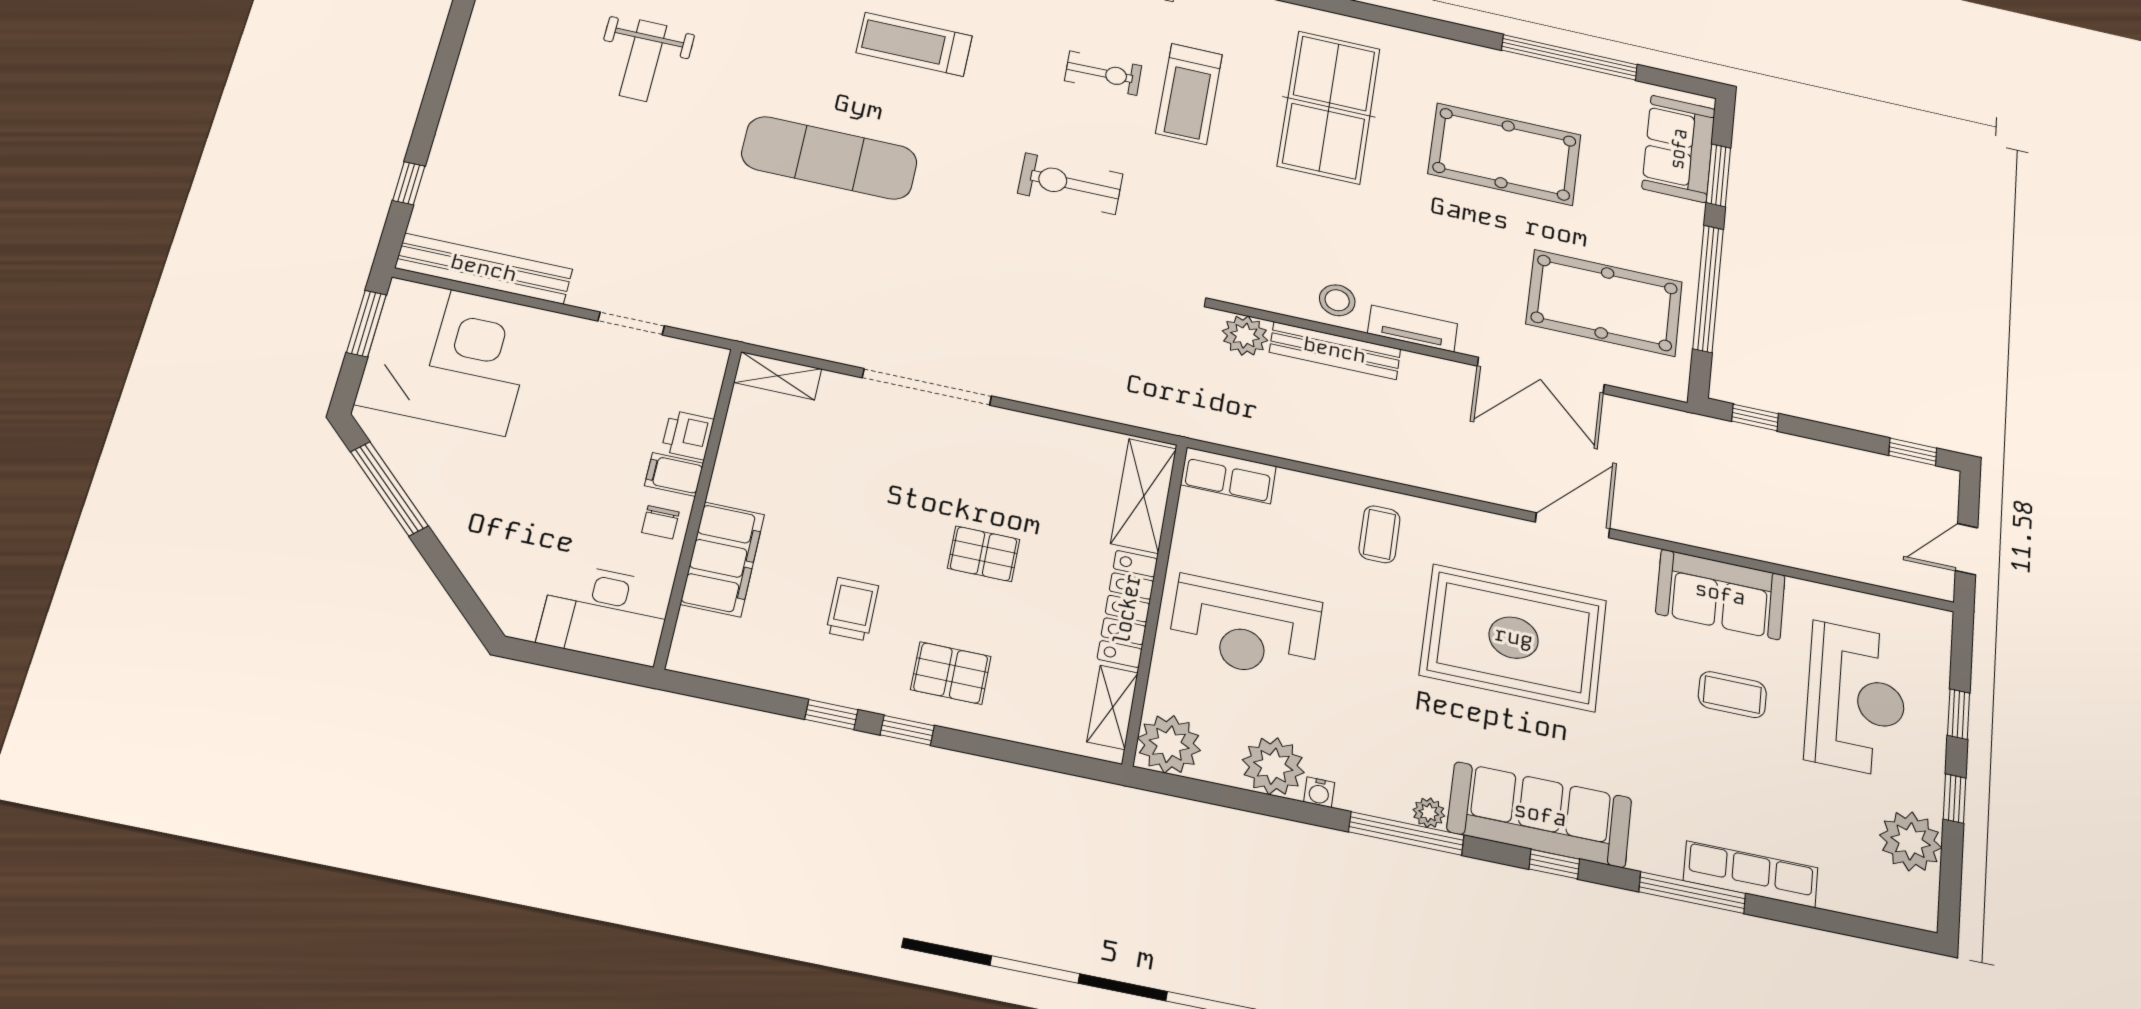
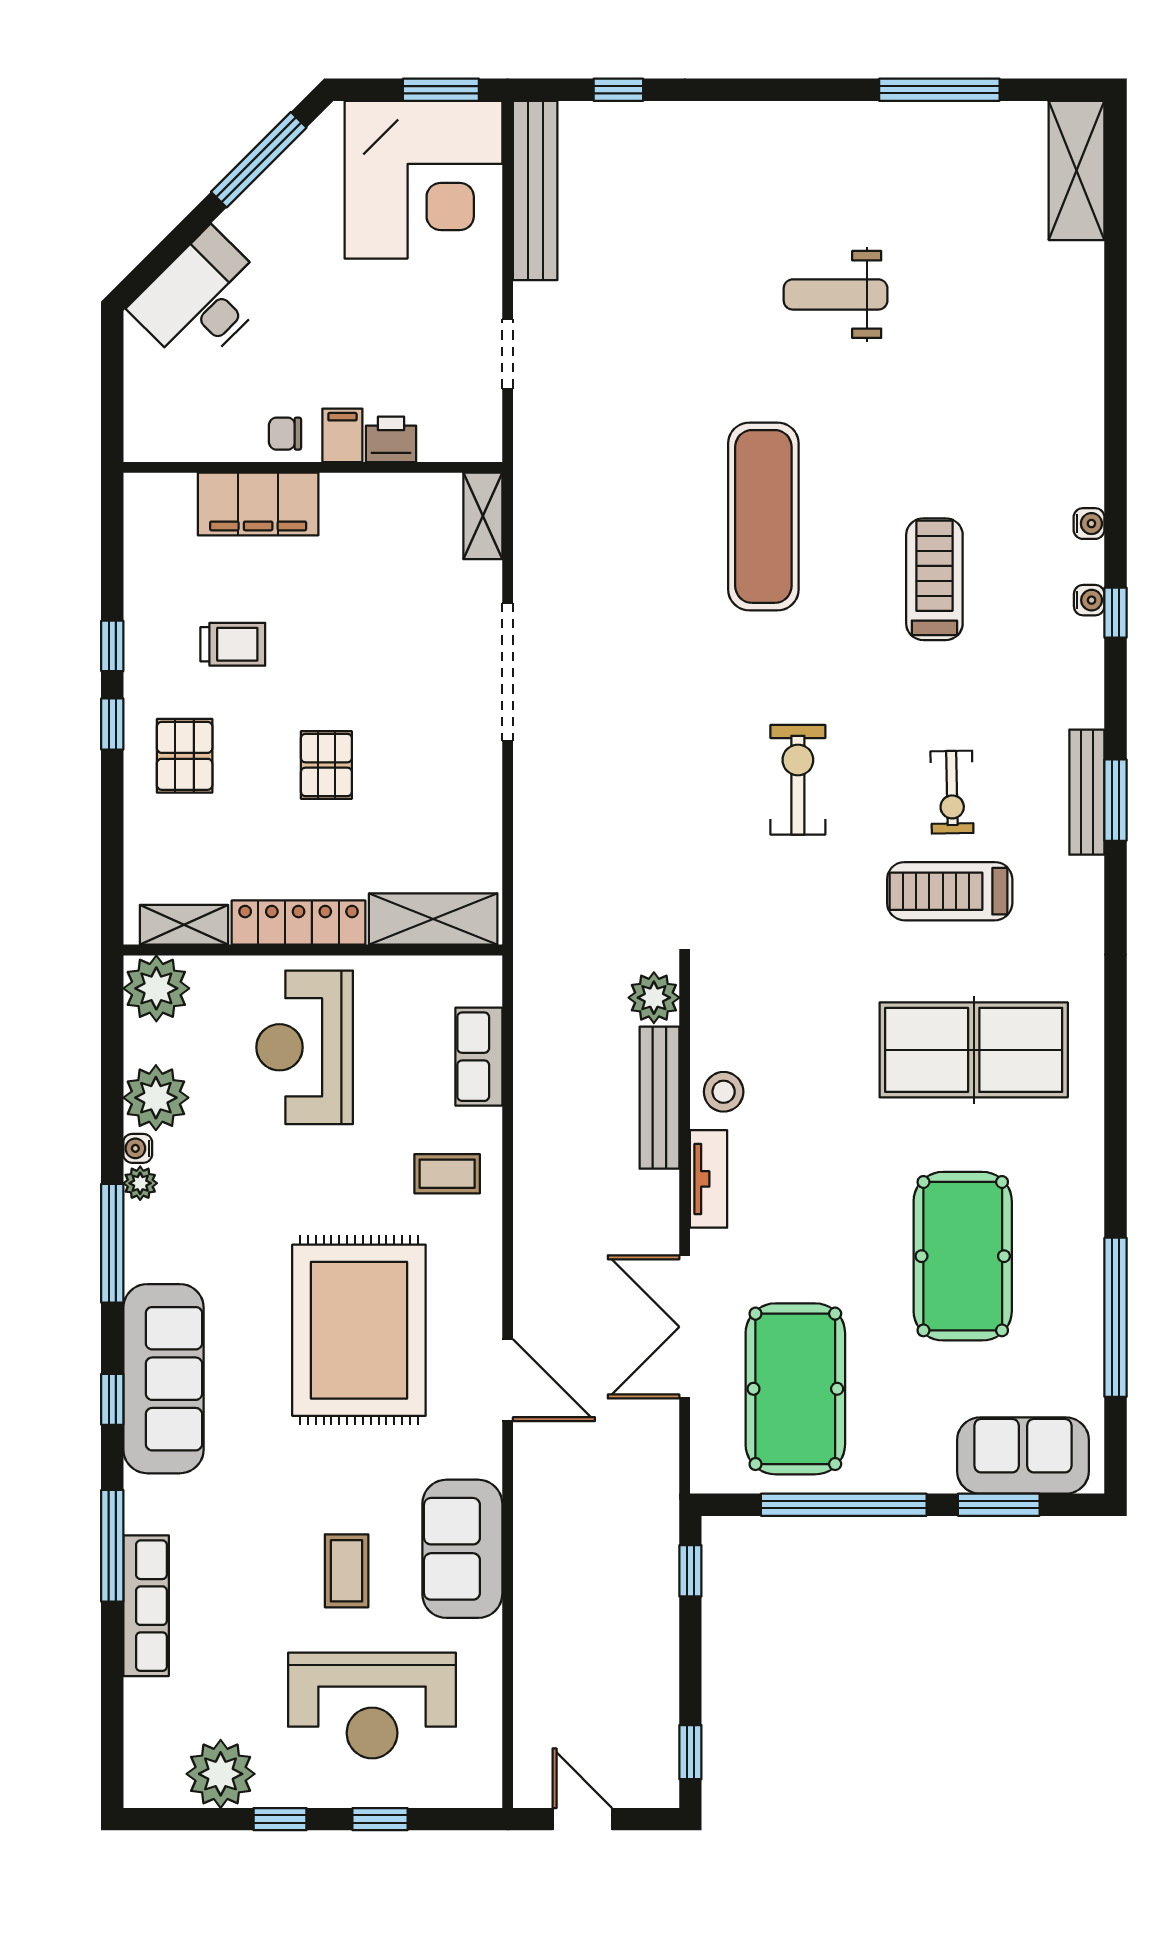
row of seats: (1228, 476) -> (479, 1057), moved
desk: (605, 614) -> (202, 299), moved, turned 45
plant: (1429, 813) -> (140, 1183), moved

